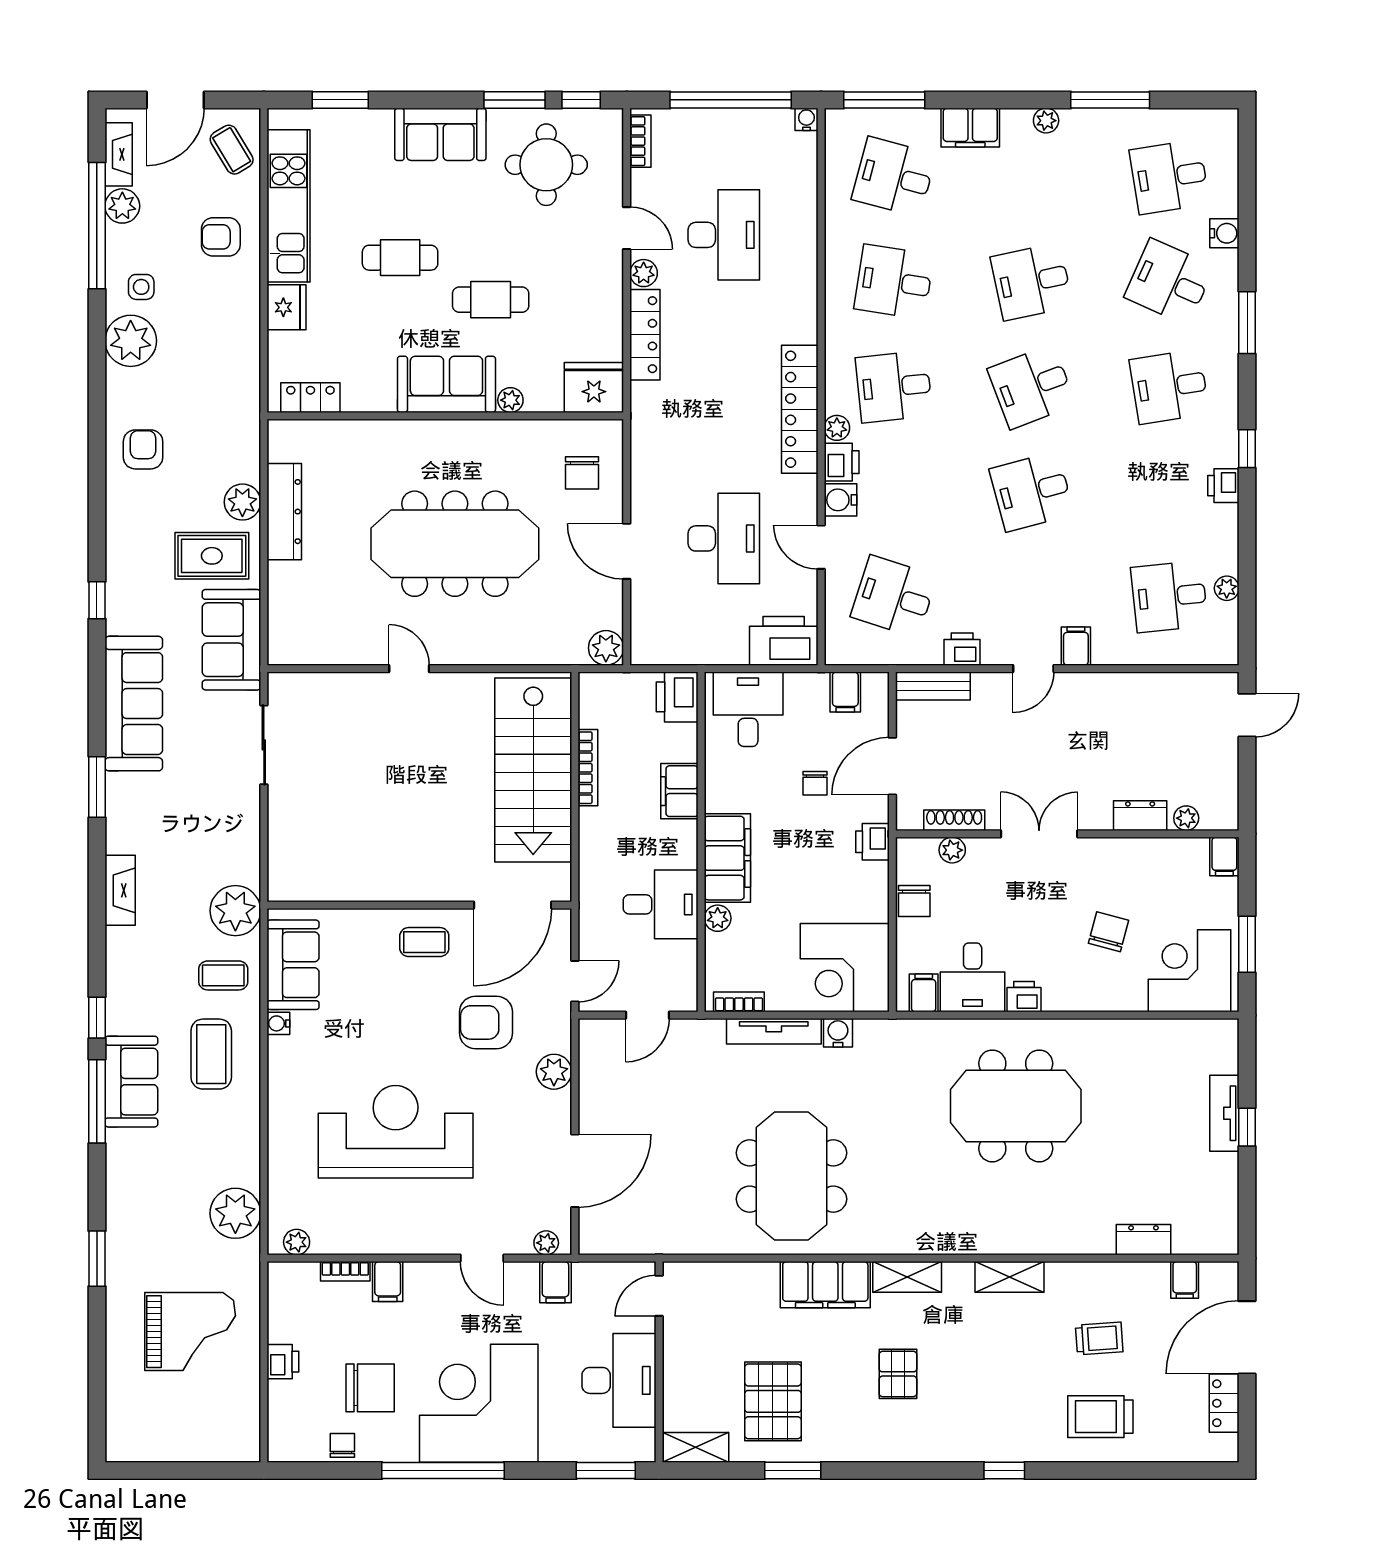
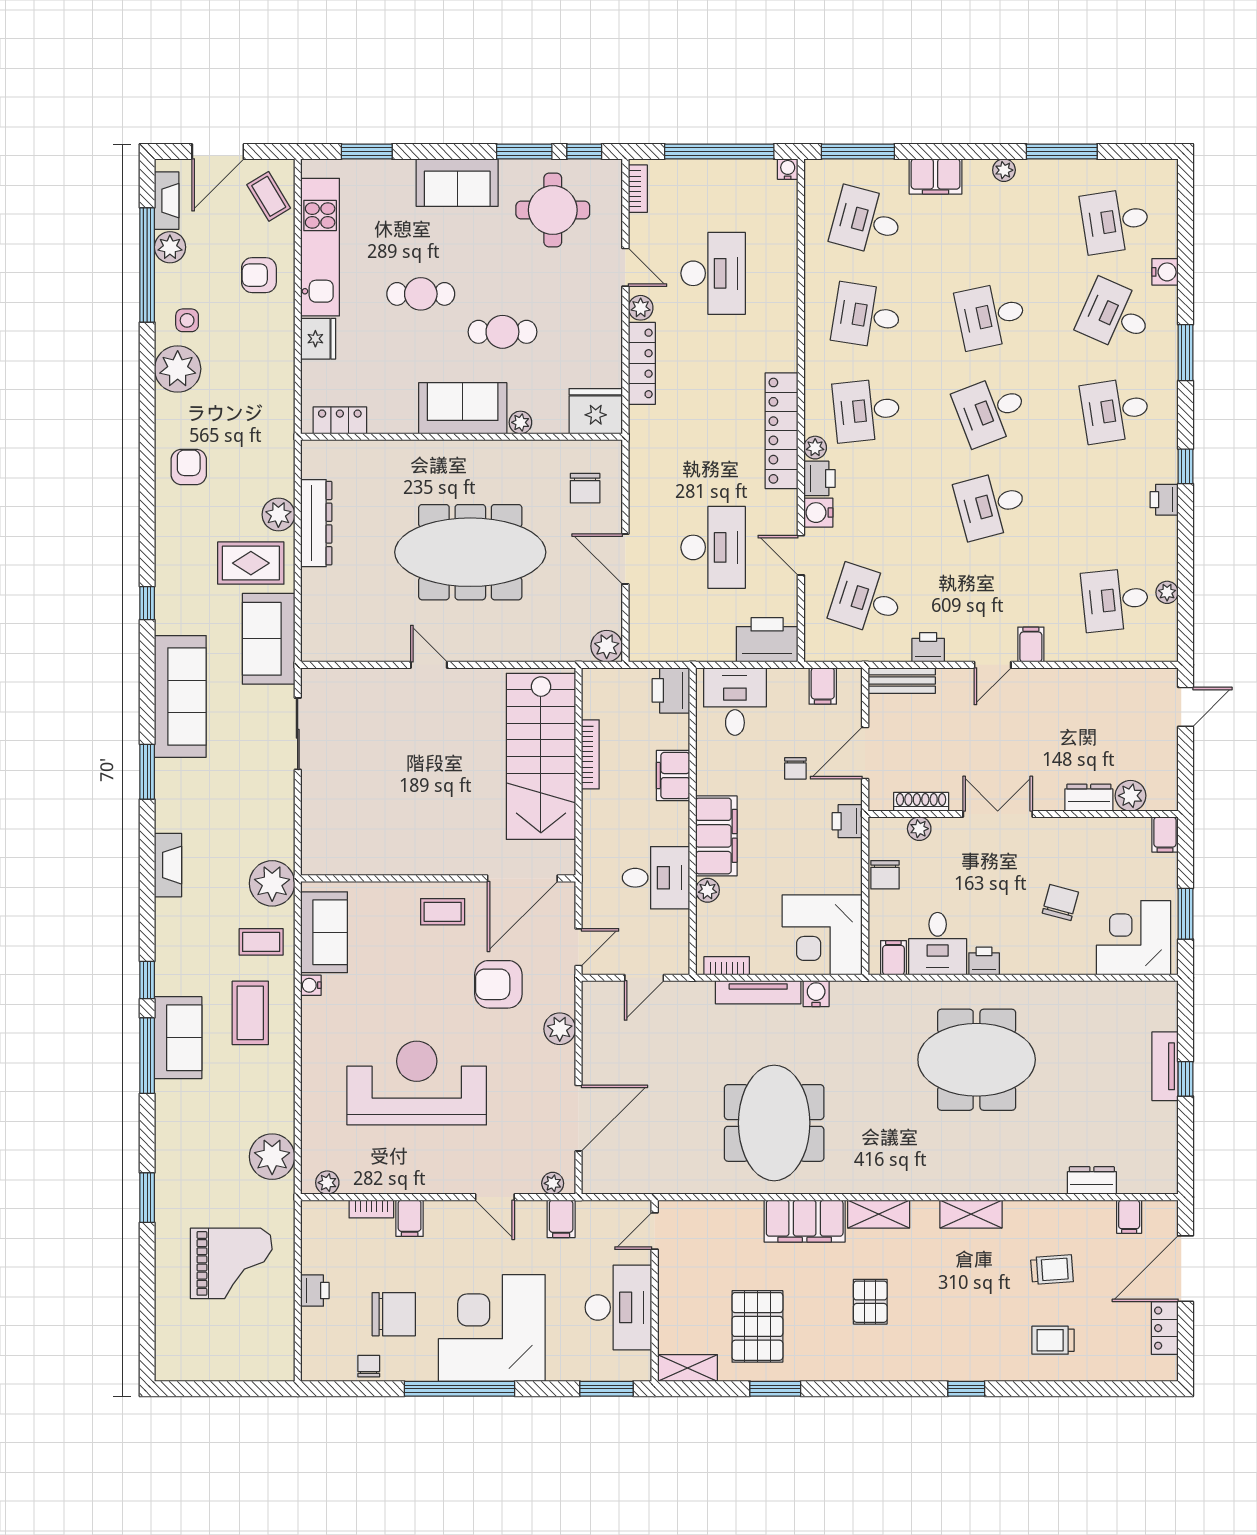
plant: (1186, 818) -> (1130, 796), width x1.38, depth x1.38
trolley: (1100, 1417) -> (1053, 1340), width x0.73, depth x0.72

